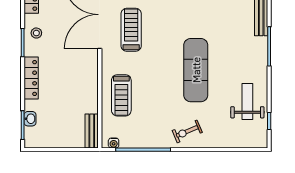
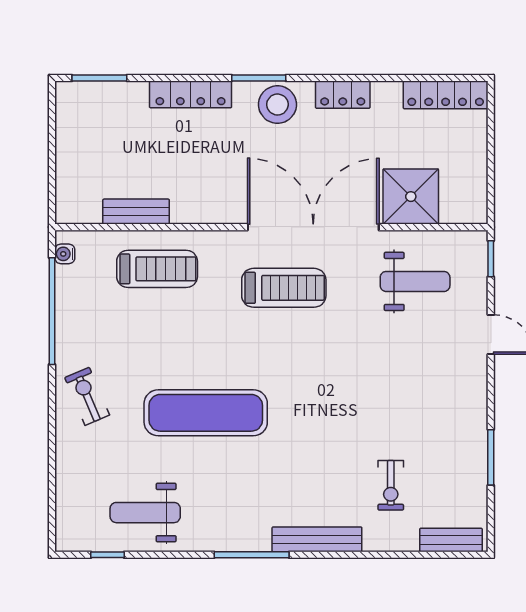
stool: (36, 33) -> (277, 105), width x1.89, depth x1.89
treadmill: (121, 95) -> (157, 269), turned 180
weight bench: (247, 101) -> (145, 513), turned 180
washbasin: (30, 119) -> (112, 92), removed
bench: (92, 131) -> (136, 212), moved

